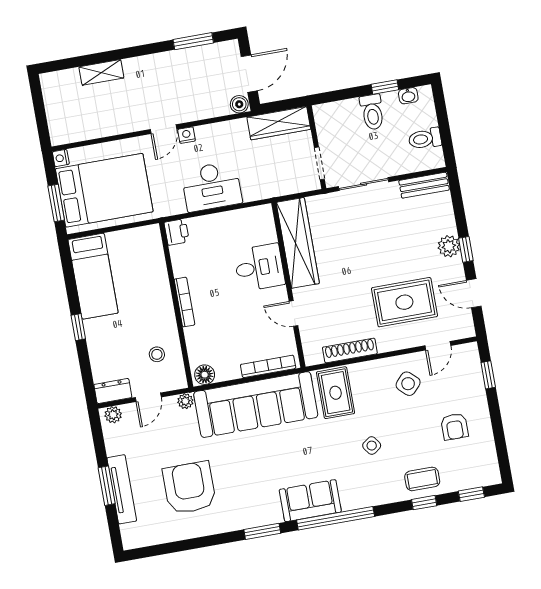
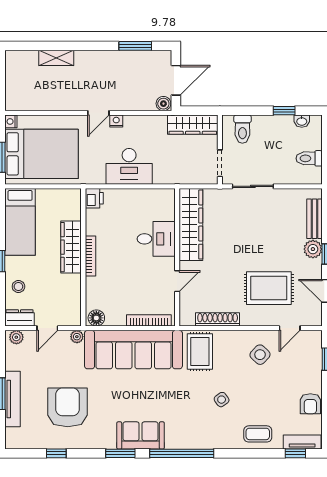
toilet: (372, 112) -> (242, 129), moved
bench: (424, 185) -> (314, 219), moved, turned 90
wardrobe: (159, 295) -> (71, 247), added
door: (293, 313) -> (177, 281), swing flipped
stool: (157, 354) -> (18, 286), moved
armchair: (454, 427) -> (310, 404), moved
tv unit: (477, 479) -> (302, 442), added
sofa: (310, 501) -> (141, 435), moved
window: (424, 503) -> (56, 453), moved

